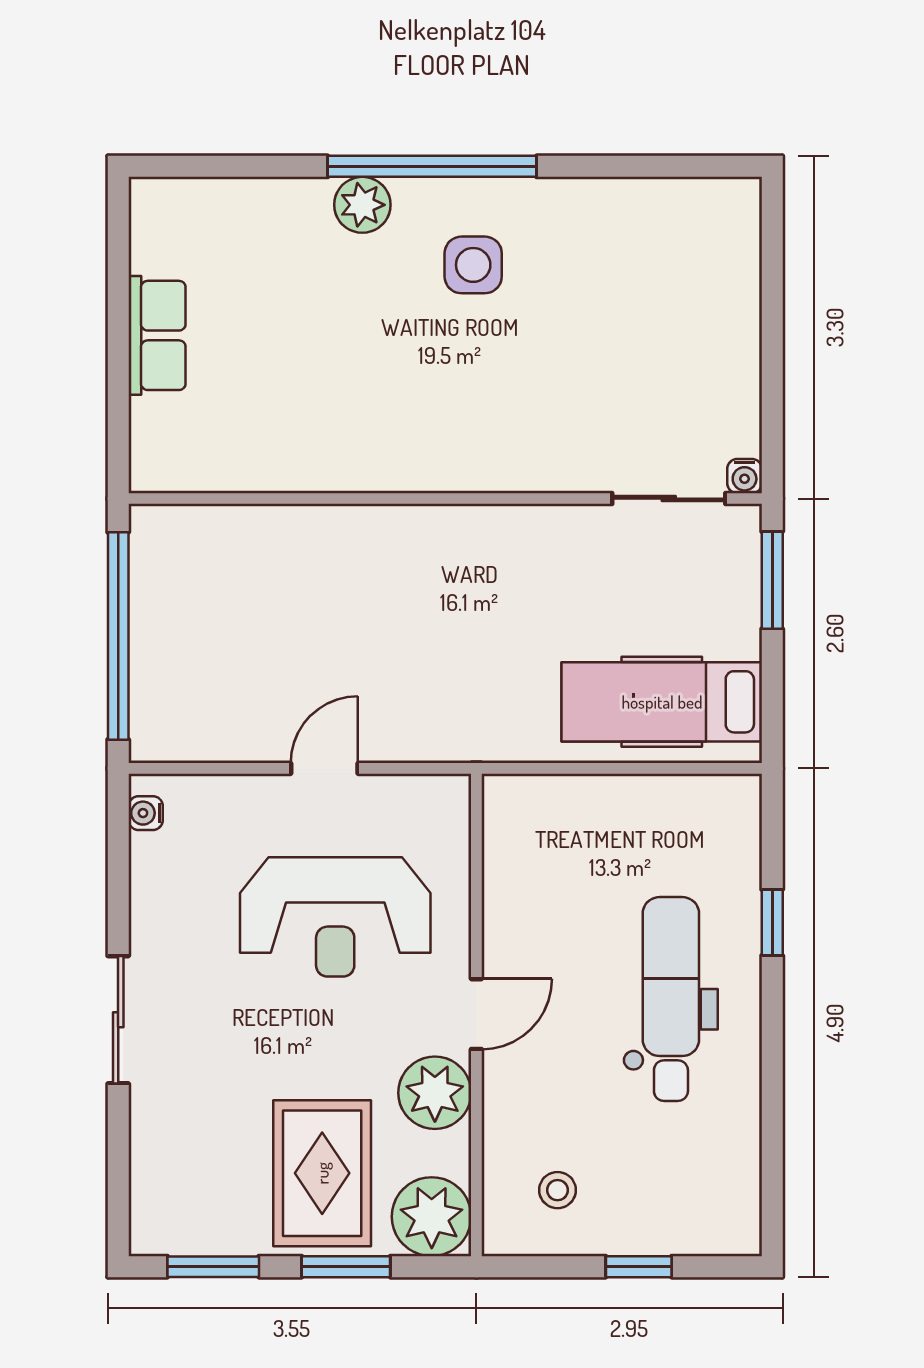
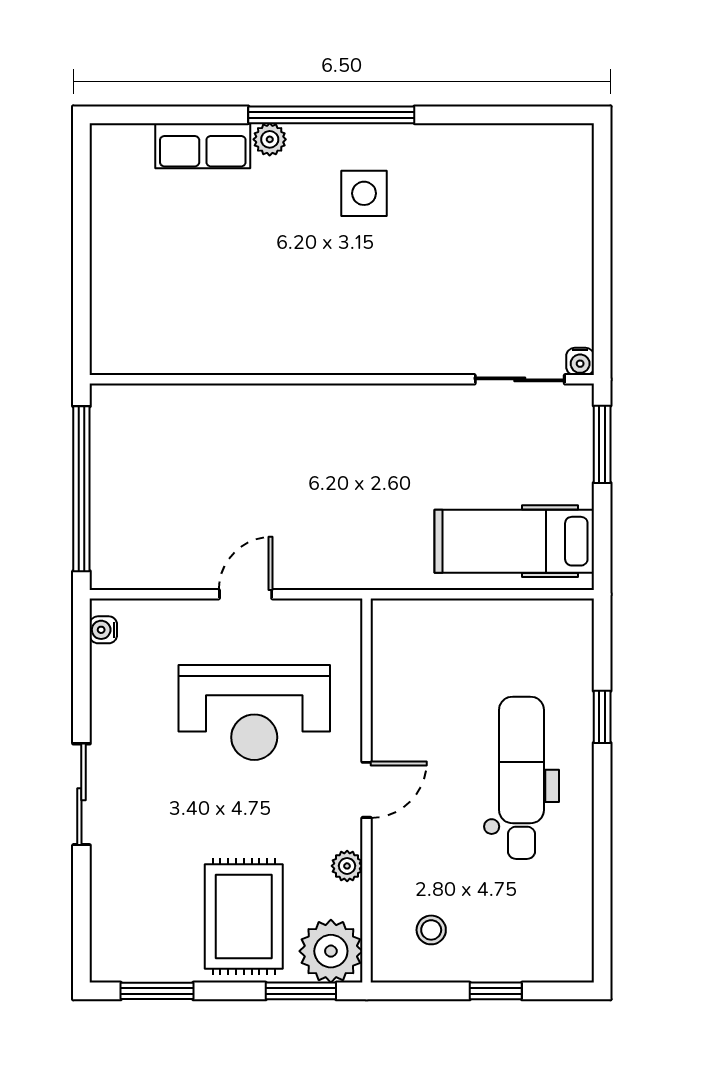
plant: (362, 205) -> (270, 139), width x0.73, depth x0.73
row of seats: (157, 335) -> (203, 146), moved, turned 90
plant: (435, 1093) -> (347, 866), width x0.53, depth x0.53
window: (346, 1267) -> (301, 991), moved

